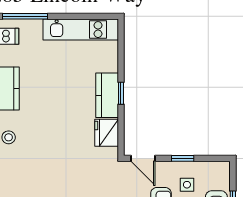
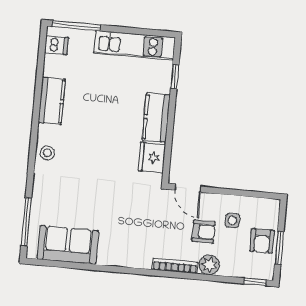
window: (121, 93) -> (175, 77), moved
window: (183, 158) -> (230, 192), removed

